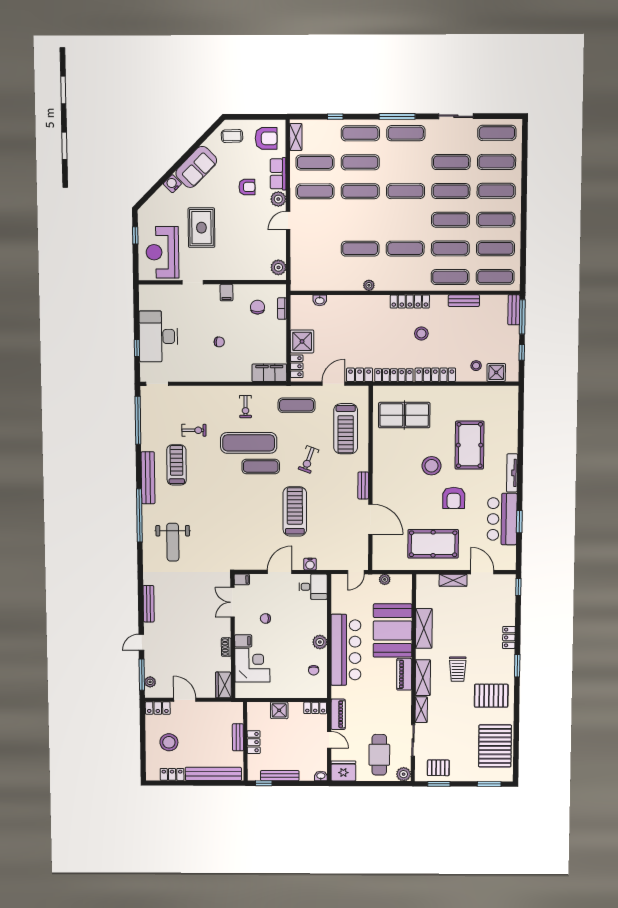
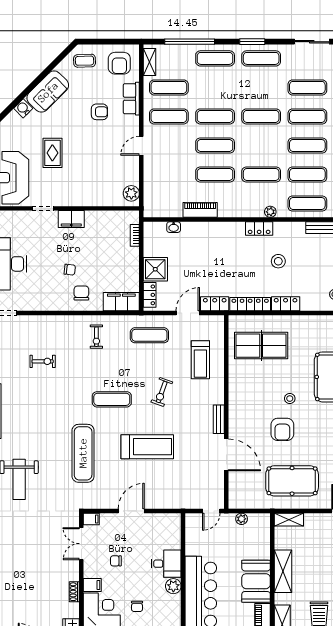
window: (397, 116) -> (252, 42), width x0.69
window: (335, 117) -> (190, 42), width x3.17
armchair: (266, 138) -> (119, 63), turned 90
exercise mat: (360, 162) -> (215, 145), moved
plant: (278, 199) -> (131, 124), removed
rug: (201, 228) -> (52, 153), width x0.73, depth x0.70
piano: (345, 283) -> (200, 210), added
plant: (369, 285) -> (270, 212), moved
filing cabinet: (226, 293) -> (71, 219), width x2.00
locker: (410, 301) -> (259, 228), width x0.66
chair: (258, 307) -> (81, 293), moved
locker: (435, 375) -> (286, 304), width x0.66
treadmill: (346, 429) -> (200, 360), width x0.73, depth x0.73
exercise mat: (249, 443) -> (83, 453), moved, turned 90
treadmill: (177, 465) -> (24, 398), removed
stool: (431, 466) -> (290, 399), width x0.53, depth x0.53
armchair: (454, 498) -> (282, 429), moved
treadmill: (295, 511) -> (147, 447), turned 90
water cooler: (310, 564) -> (163, 503), removed
shelving: (453, 580) -> (289, 520), moved
desk: (313, 587) -> (166, 564), moved
booth: (393, 631) -> (256, 581), width x0.73, depth x0.70
chair: (314, 670) -> (137, 606), moved

